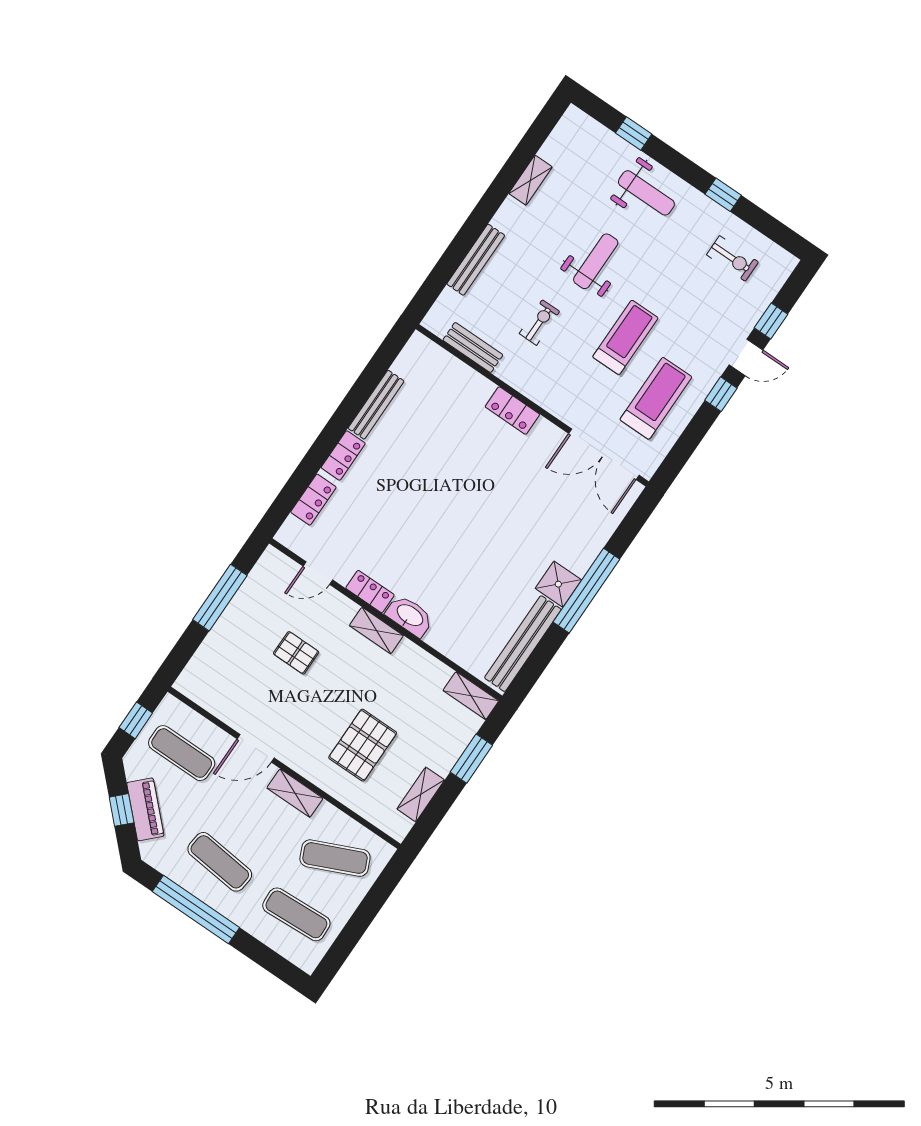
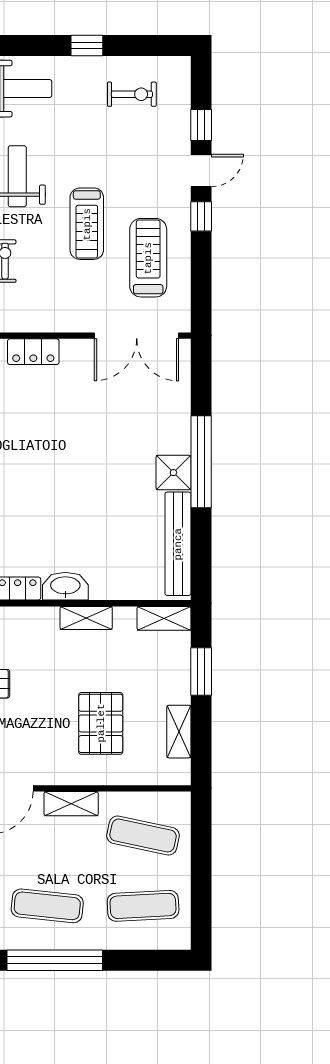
treadmill: (625, 337) -> (87, 224), turned 180
shelving: (376, 631) -> (86, 618), moved
exercise mat: (335, 858) -> (143, 836), turned 36

